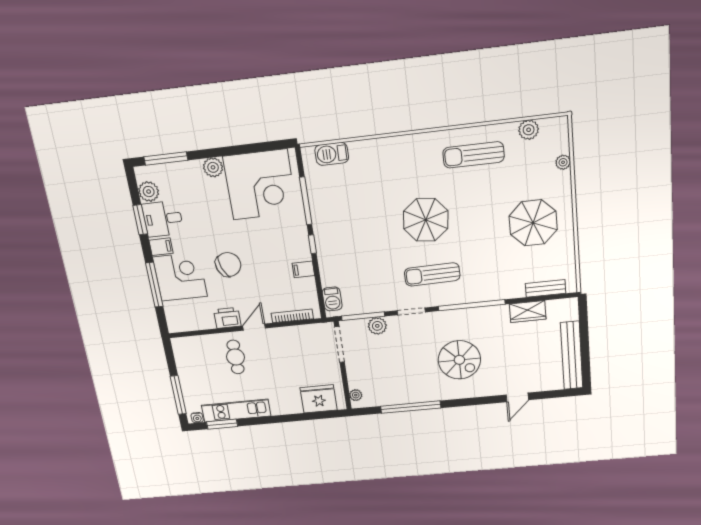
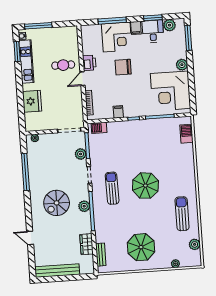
chair: (228, 265) -> (123, 67), turned 111
plant: (464, 317) -> (84, 206), added
door: (254, 327) -> (83, 79), swing flipped
fridge: (319, 399) -> (32, 101), moved

